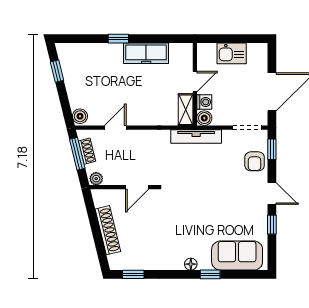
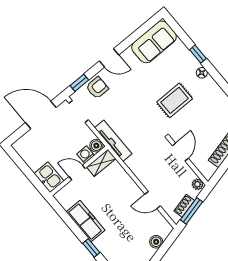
kitchen sink: (232, 53) -> (49, 177), moved
boiler: (80, 116) -> (156, 242), moved
door: (137, 187) -> (180, 152), hinge flipped
door: (272, 194) -> (109, 58), swing flipped
rug: (187, 220) -> (175, 100), added
window: (272, 225) -> (130, 41), removed
sofa: (237, 256) -> (154, 42), moved, turned -90

